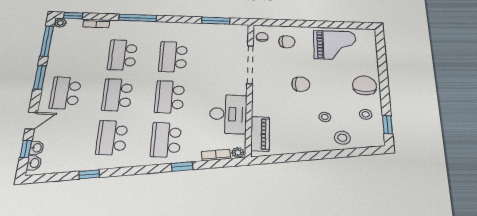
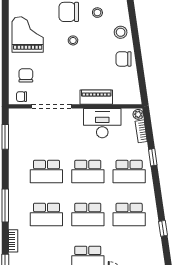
chair: (301, 84) -> (124, 59), moved, turned -90
stool: (325, 117) -> (73, 40), moved
piano: (260, 134) -> (96, 97), moved

